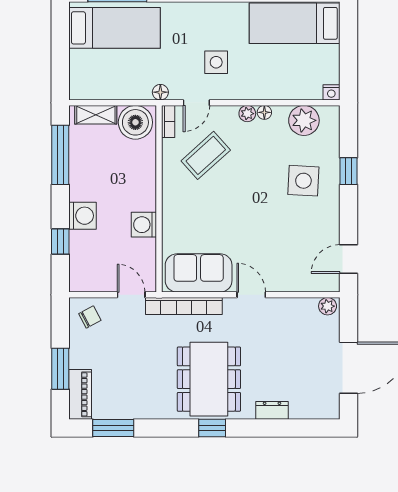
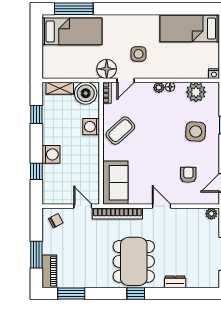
floor lamp: (160, 92) -> (107, 69), width x1.89, depth x1.89
window: (60, 155) -> (36, 115), width x0.46
coffee table: (206, 155) -> (120, 131), moved
washing machine: (144, 225) -> (91, 127), moved
armchair: (292, 247) -> (188, 175), added
sofa: (199, 273) -> (115, 183), moved, turned 90

